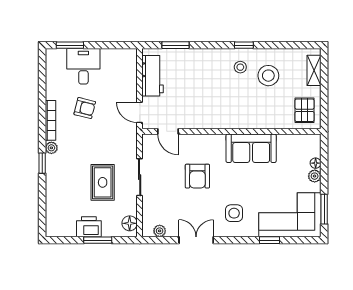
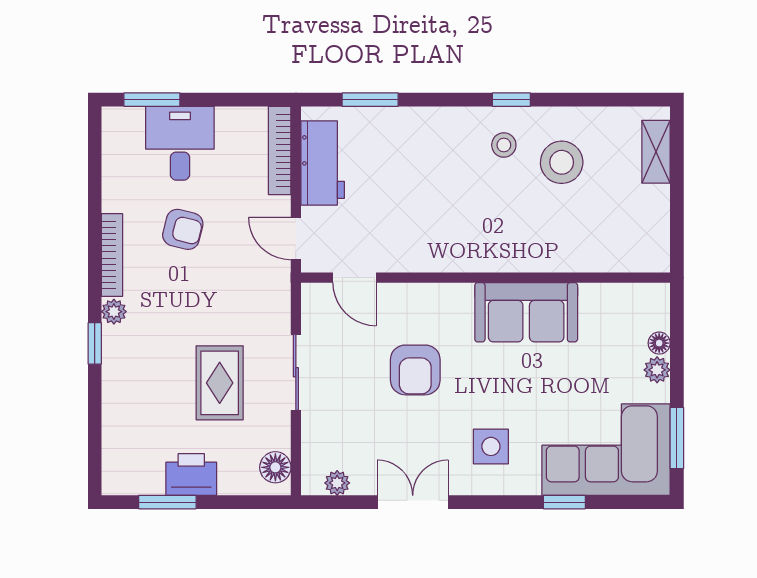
bookcase: (132, 70) -> (280, 150), added
pallet: (305, 110) -> (636, 234), removed
window: (98, 240) -> (167, 502), moved

